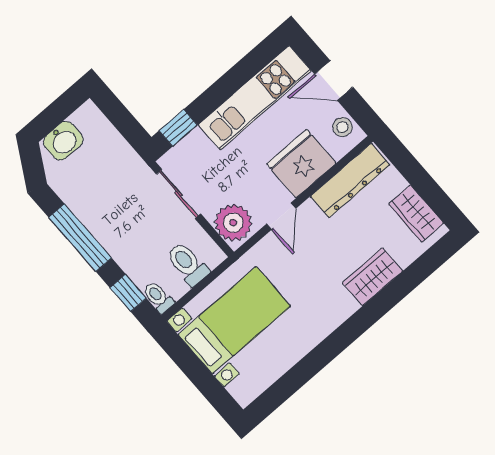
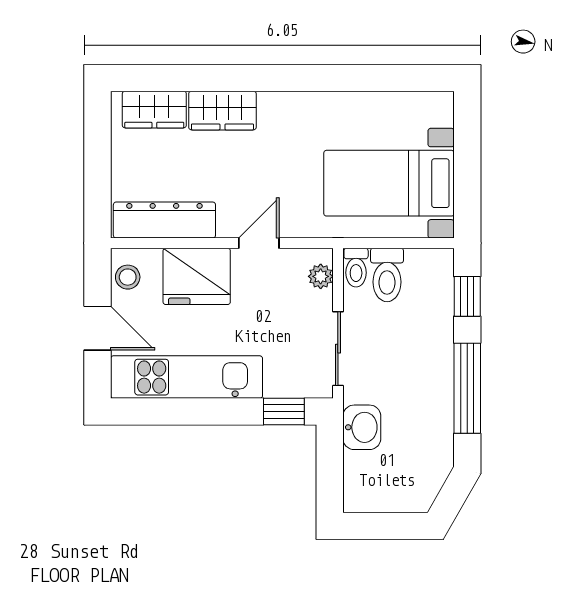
washbasin: (63, 141) -> (362, 427), moved, turned 90
wardrobe: (416, 214) -> (154, 110), moved, turned 90
plant: (233, 223) -> (321, 276), width x0.53, depth x0.53
toilet: (158, 297) -> (356, 268), moved

